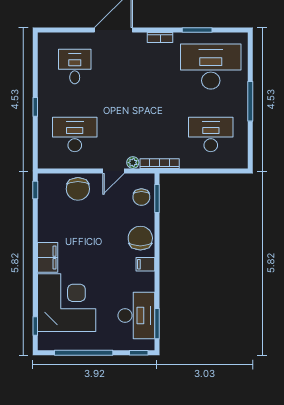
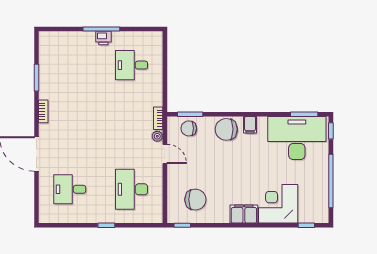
desk: (211, 67) -> (70, 65), removed
printer: (240, 104) -> (103, 38), added
desk: (211, 134) -> (132, 65), width x0.73
bookcase: (160, 164) -> (158, 118), width x0.64
chair: (78, 189) -> (195, 200), moved
chair: (141, 197) -> (189, 128), turned 180
corner desk: (67, 303) -> (278, 204), width x0.74, depth x0.74
desk: (136, 316) -> (297, 138), width x1.36, depth x1.30

